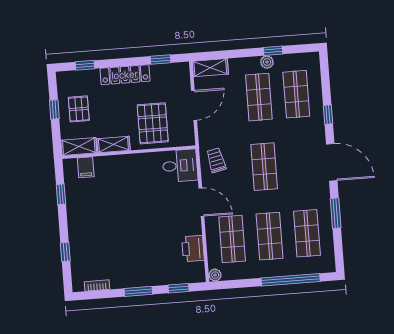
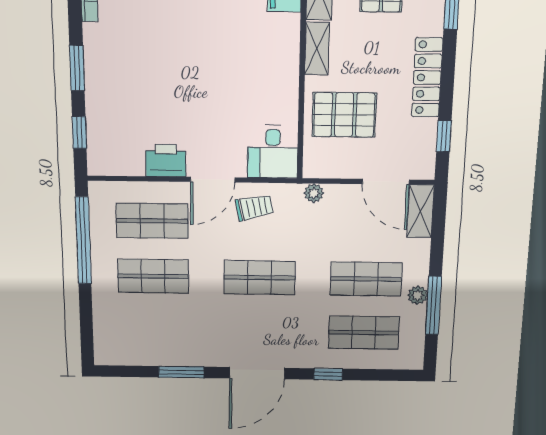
window: (273, 51) -> (433, 305), width x2.17
door: (194, 105) -> (386, 182), moved
trolley: (216, 160) -> (254, 207), moved
shop shelf: (307, 233) -> (154, 330), removed
printer: (193, 249) -> (166, 161), moved
plant: (215, 275) -> (314, 193), moved
window: (291, 280) -> (83, 241), moved

